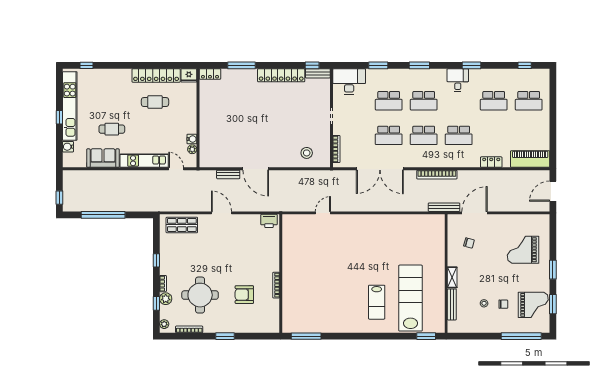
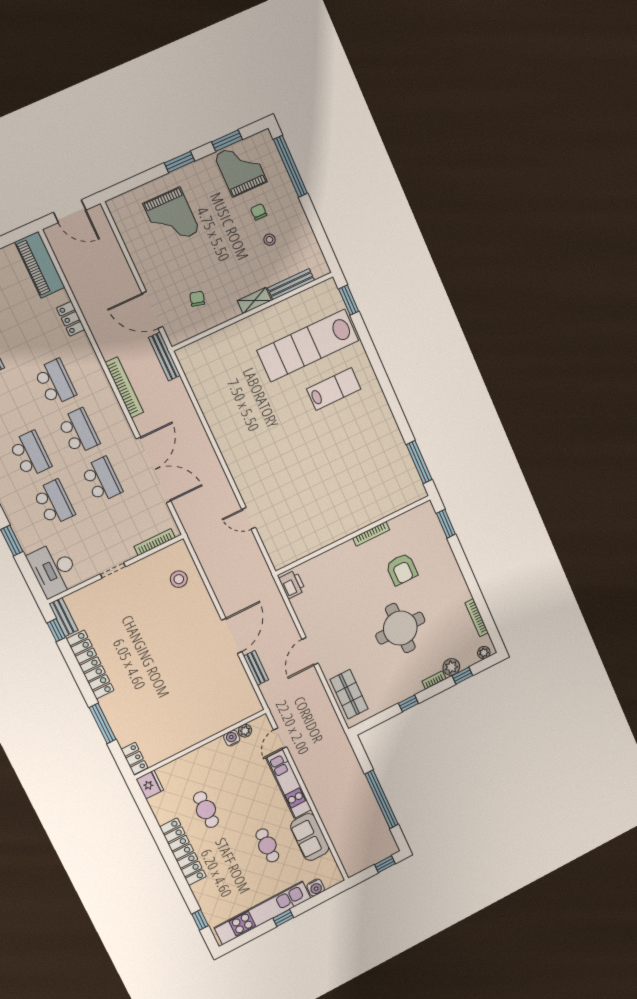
locker: (156, 75) -> (183, 852), moved
round table: (200, 295) -> (400, 628), moved
window: (225, 336) -> (446, 524), moved

